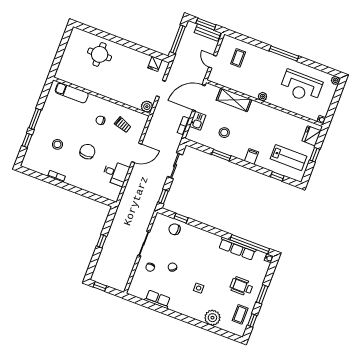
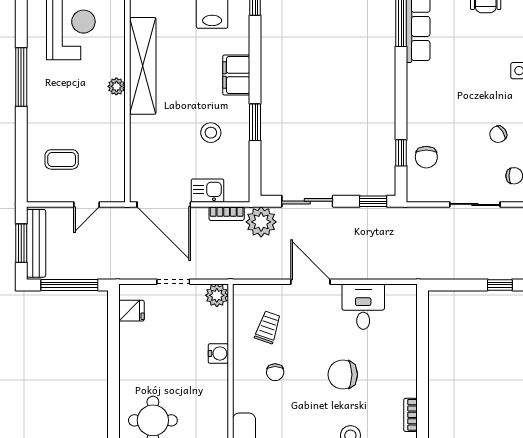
bench: (208, 33) -> (36, 243), width x1.36
water cooler: (119, 97) -> (218, 353), added
shelving: (234, 100) -> (143, 66), moved, width x1.47
plant: (173, 140) -> (261, 222), added
filing cabinet: (251, 157) -> (236, 75), width x2.00

